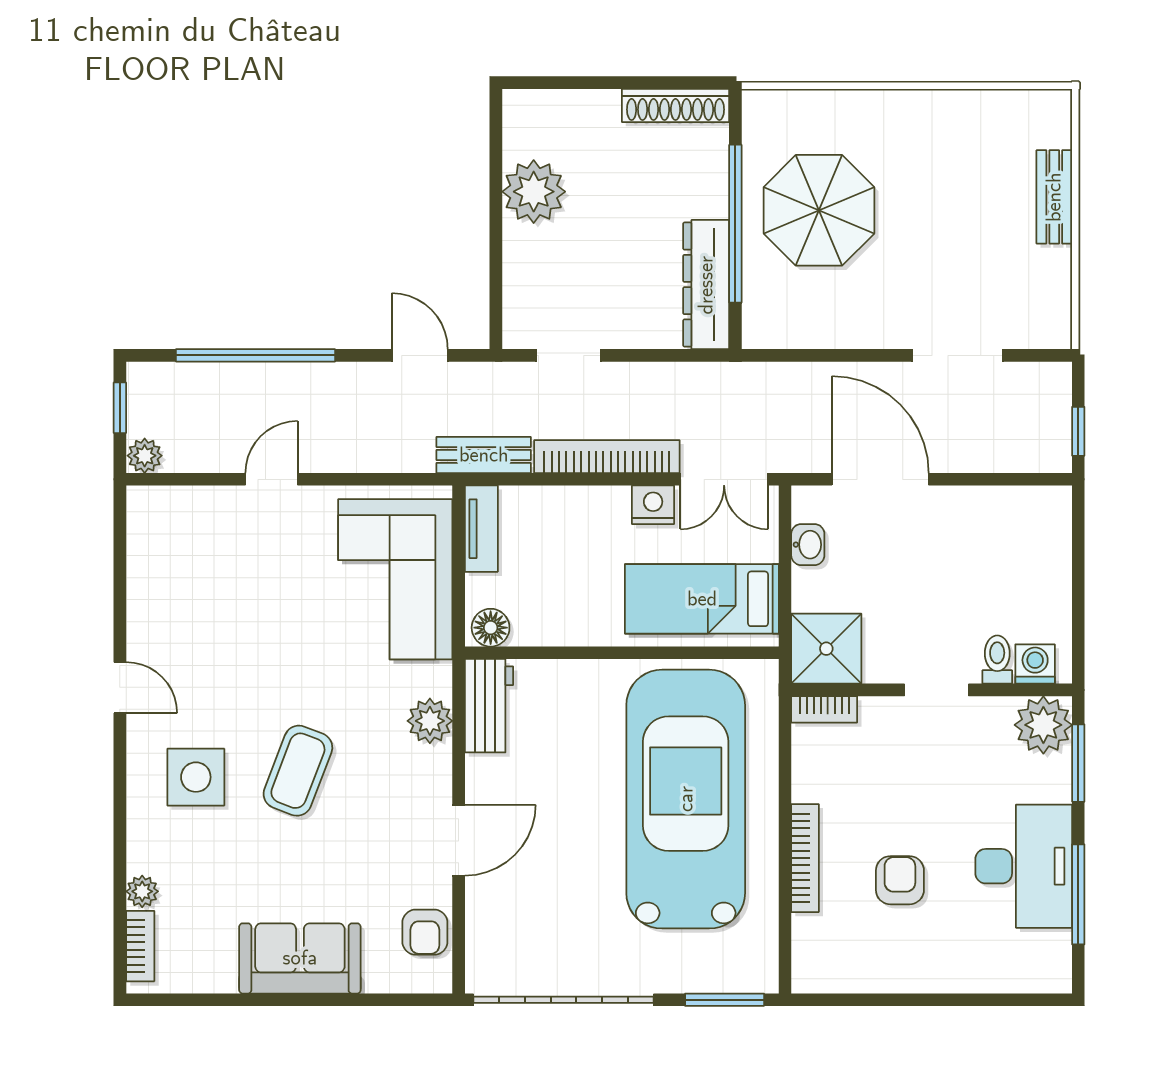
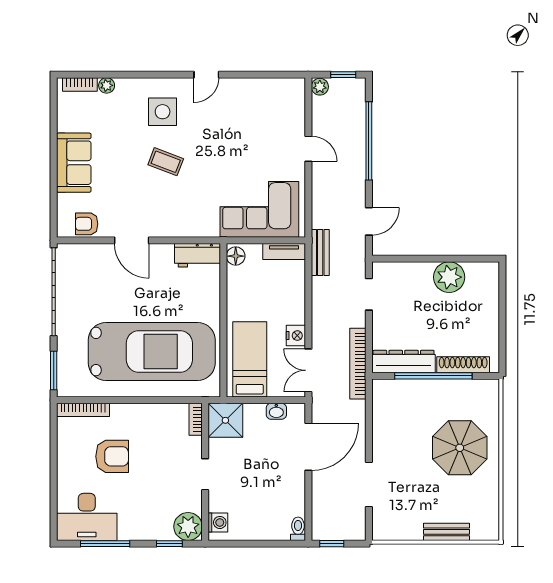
shoe rack: (676, 105) -> (463, 365), moved, turned 90
parasol: (819, 210) -> (460, 448), moved
bookcase: (607, 457) -> (358, 364), moved, turned 180
toilet: (997, 660) -> (298, 529), moved, turned -90
plant: (430, 721) -> (190, 226), removed
window: (1078, 763) -> (169, 544), width x0.67
coffee table: (298, 771) -> (166, 162), width x0.73, depth x0.77
bookcase: (805, 858) -> (83, 410), moved
desk: (1024, 866) -> (87, 517), moved
armchair: (900, 880) -> (112, 456), width x1.38, depth x1.38

